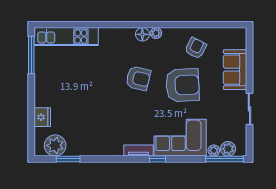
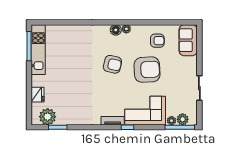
kitchen unit: (66, 37) -> (38, 50), moved, turned -90
armchair: (196, 48) -> (157, 41), turned 63
sofa: (235, 70) -> (188, 40), moved

